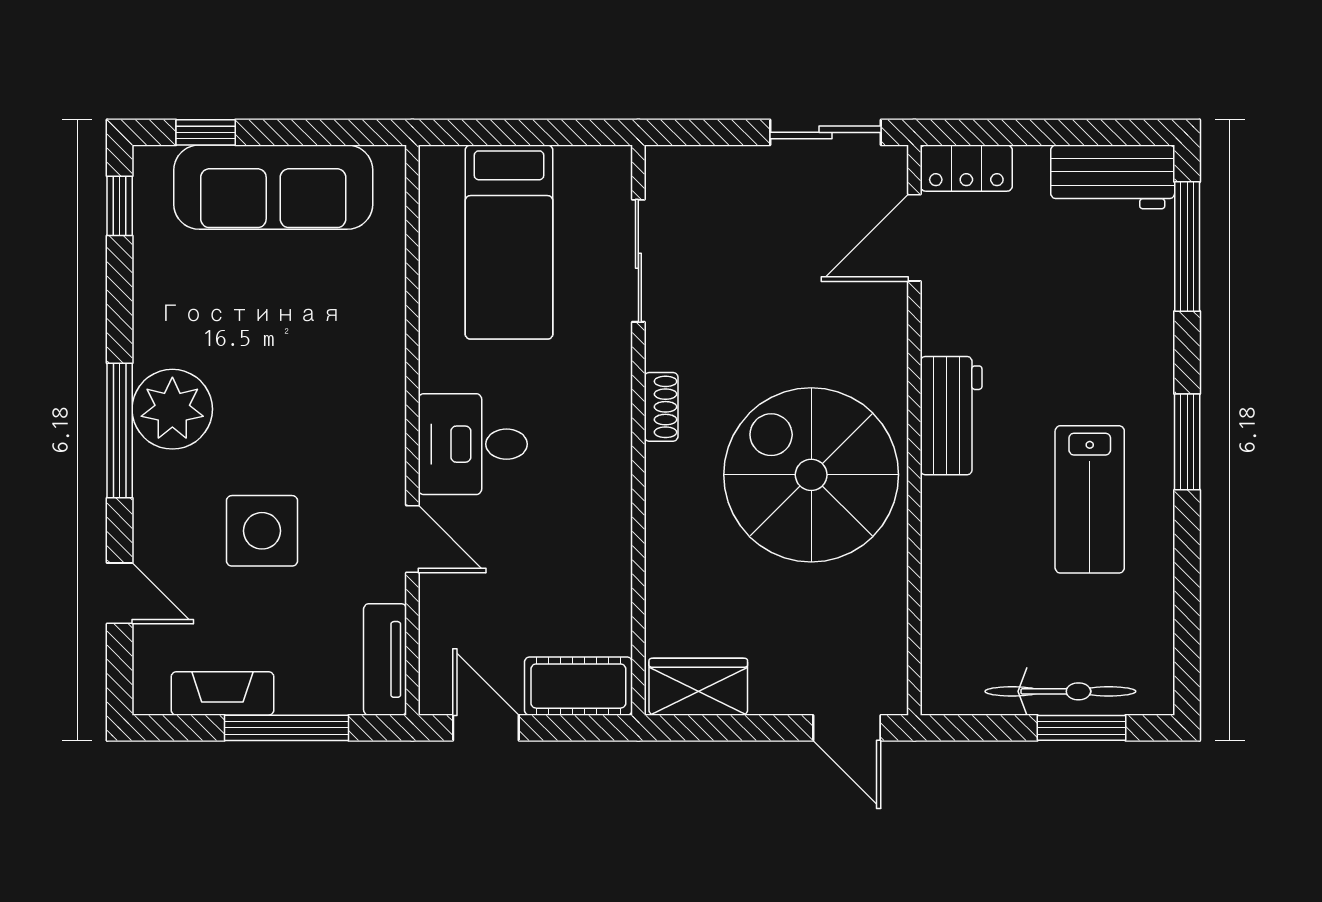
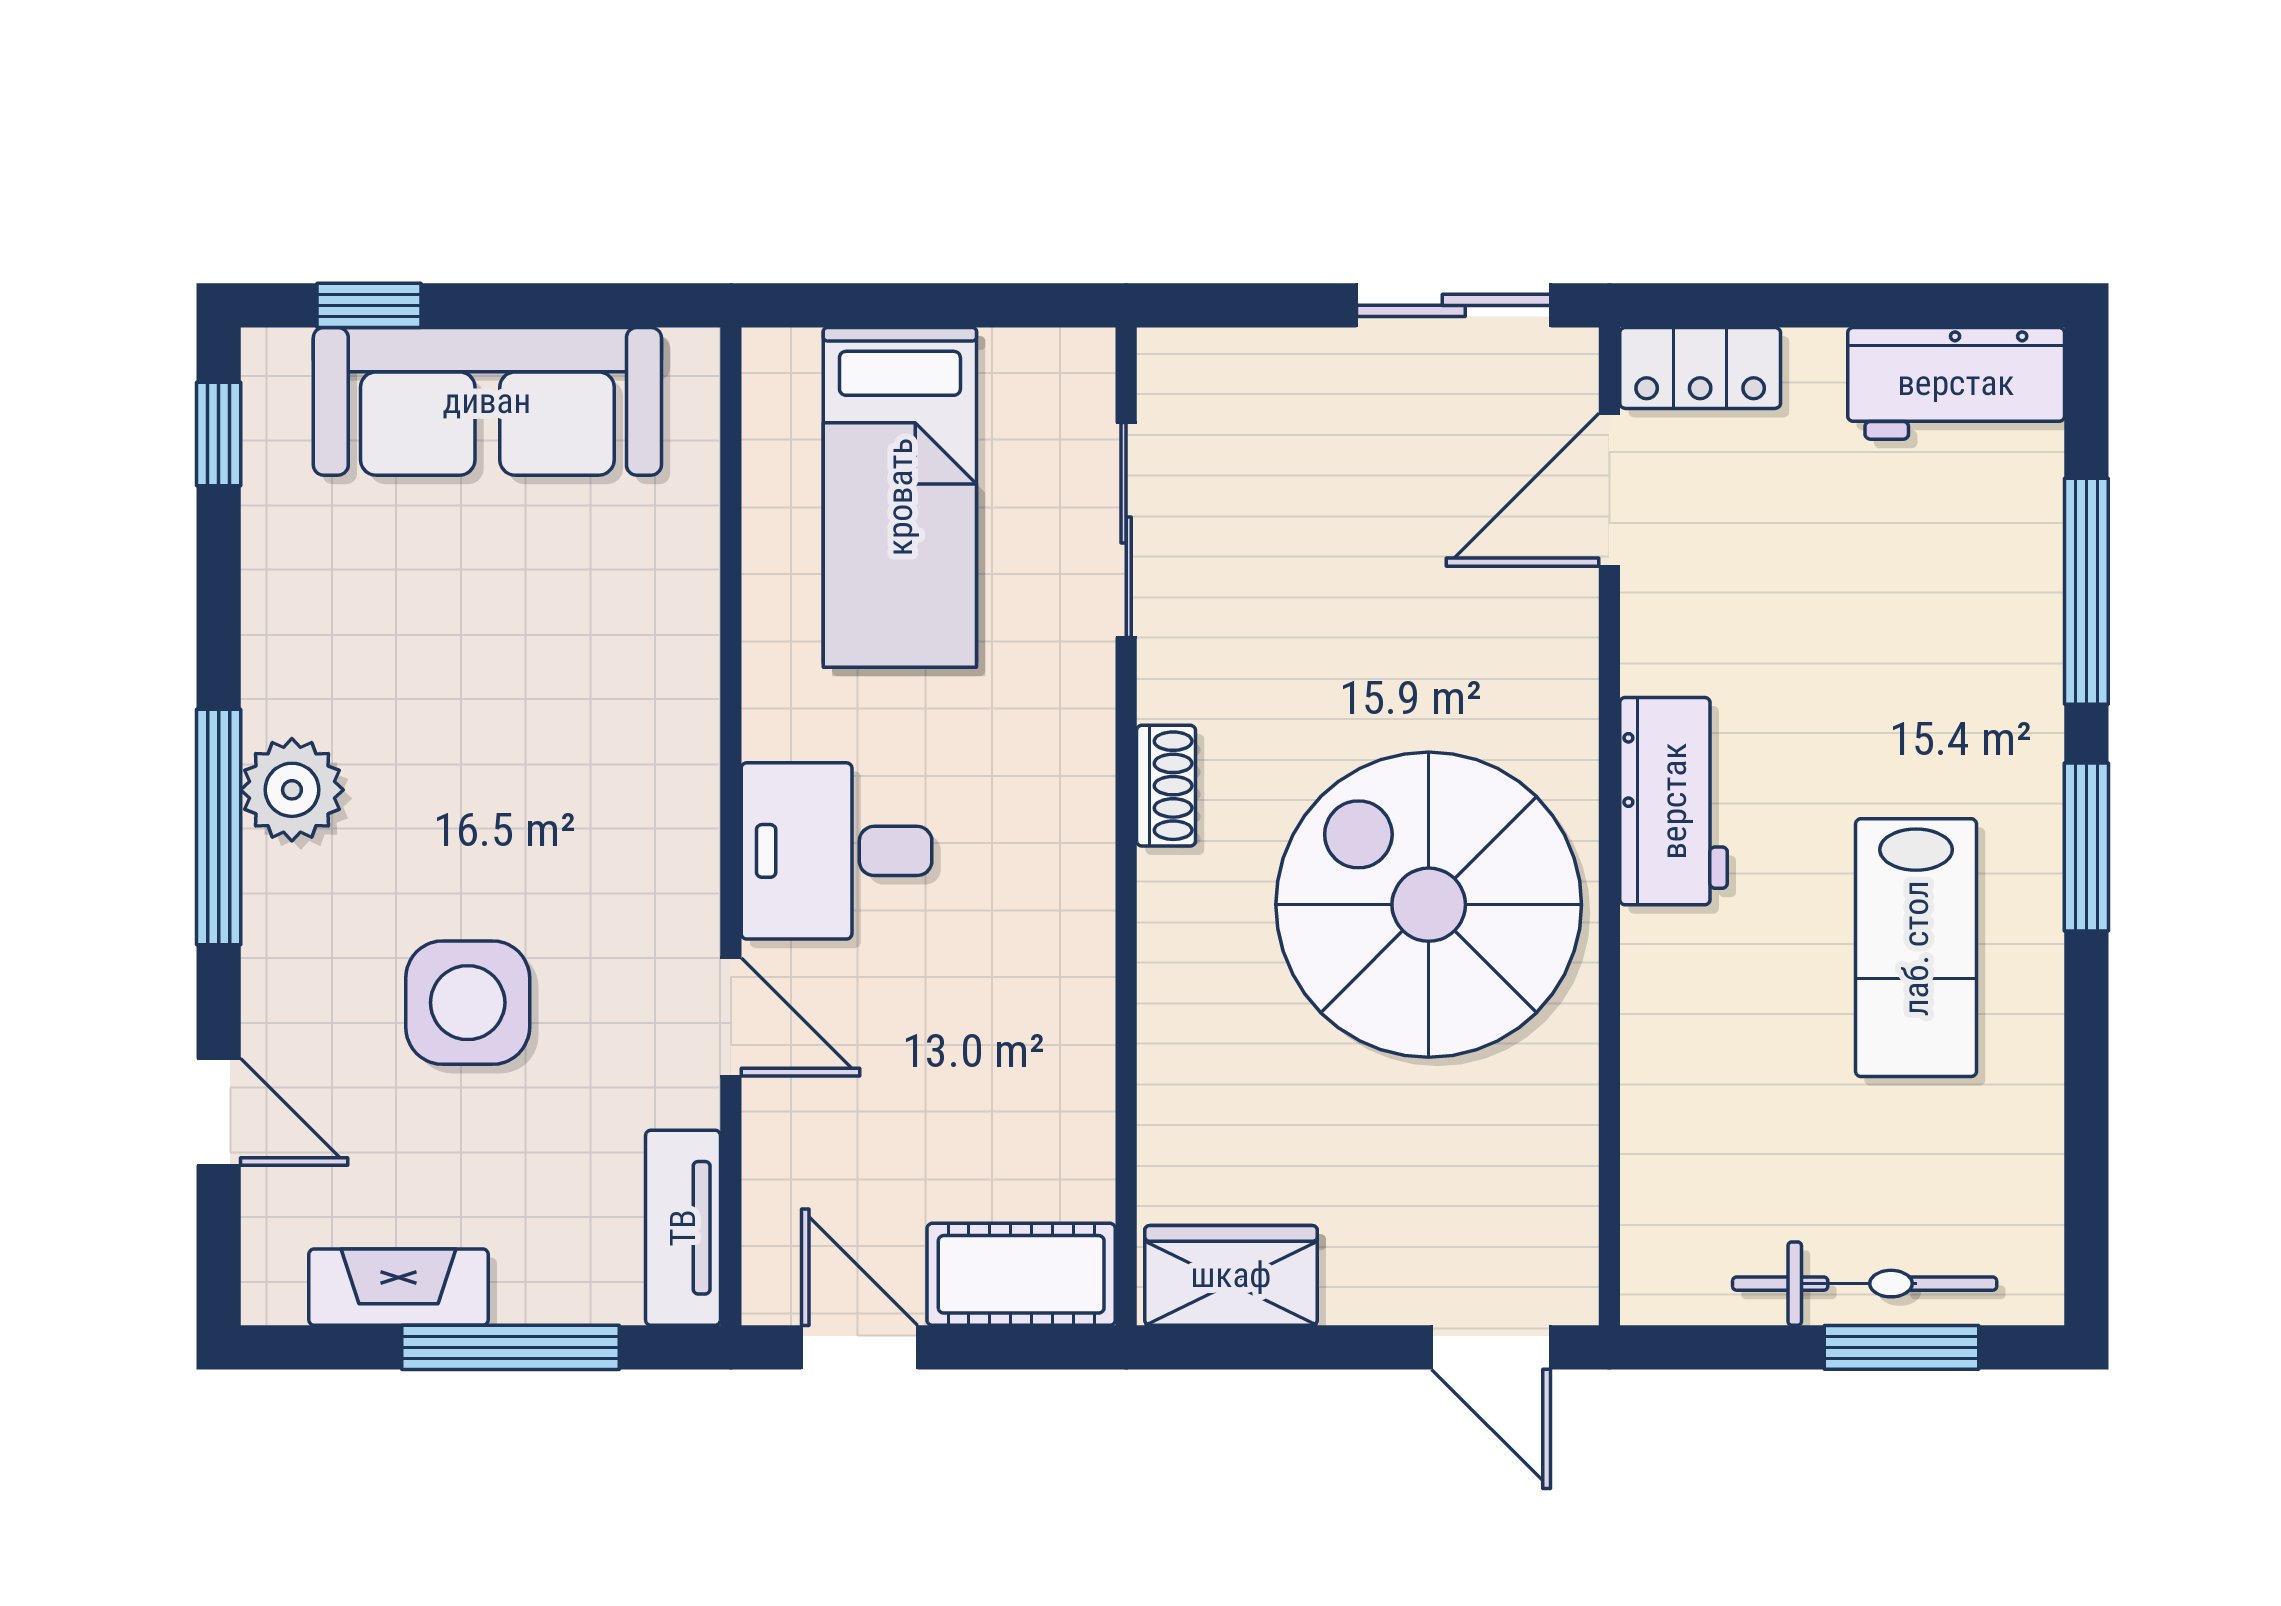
window: (1187, 246) -> (2086, 591), moved
plant: (172, 409) -> (292, 790), width x0.73, depth x0.73

